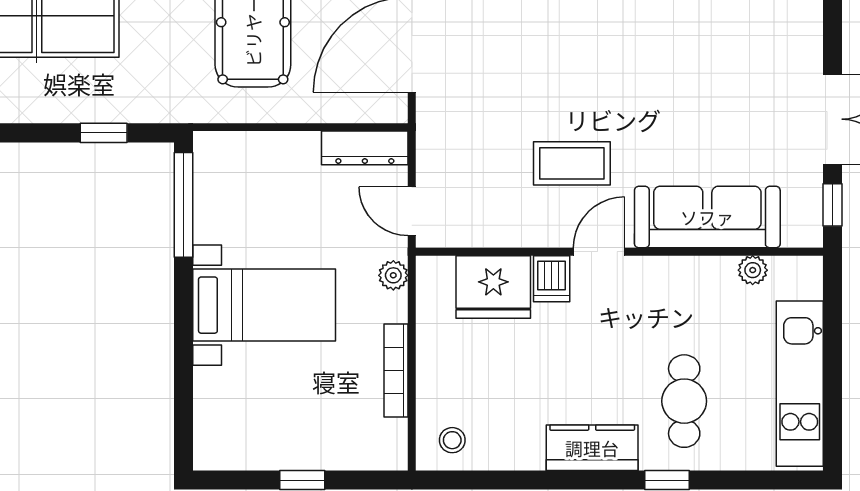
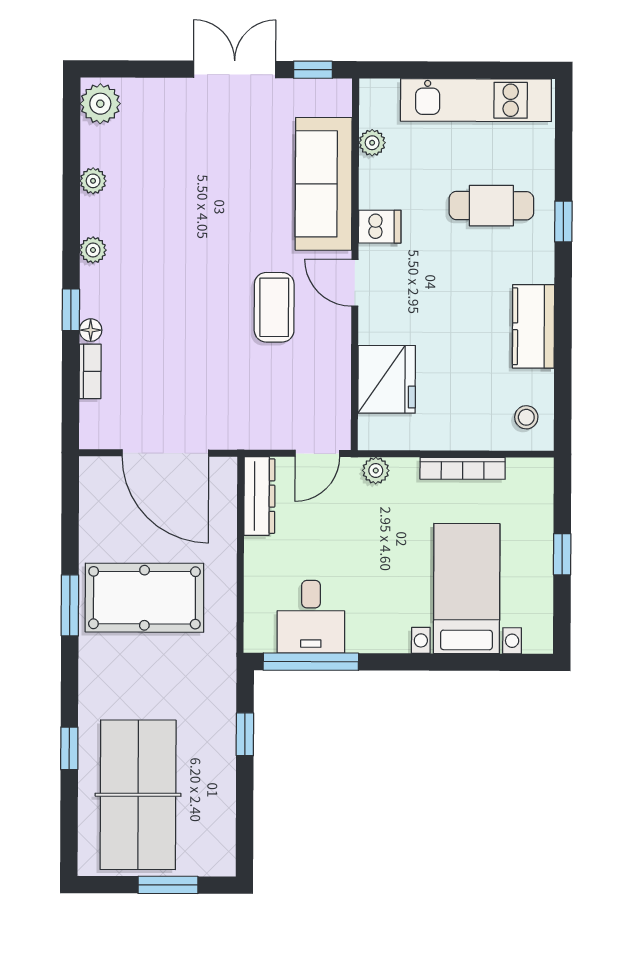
desk: (233, 205) -> (311, 617), added
dishwasher: (552, 279) -> (380, 227), moved
bed with nightstands: (264, 305) -> (467, 589), moved
kitchen counter: (592, 448) -> (533, 326), moved

